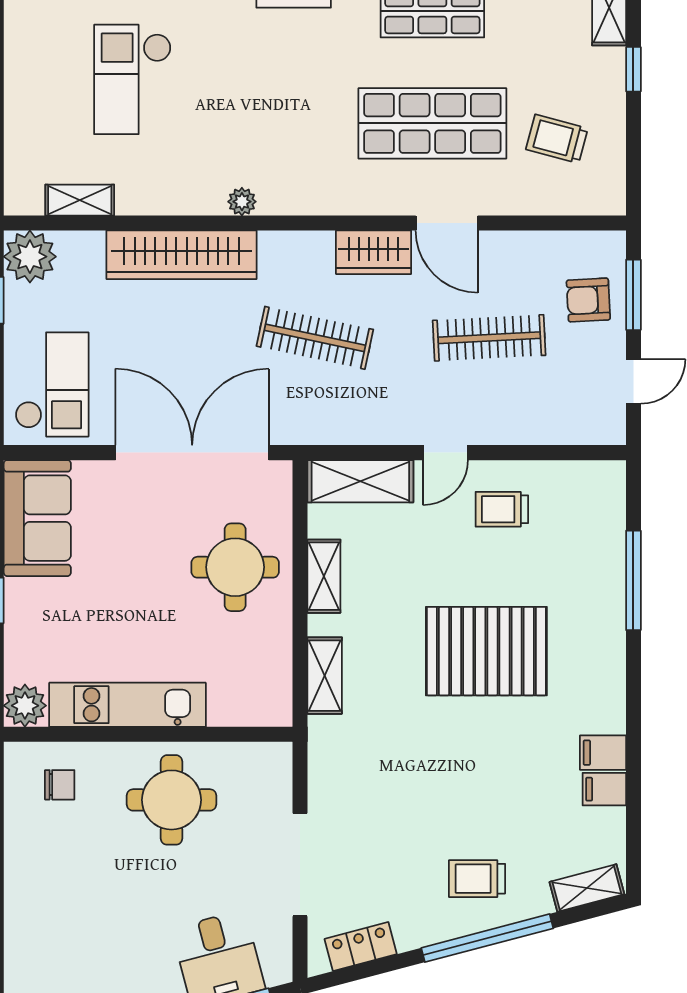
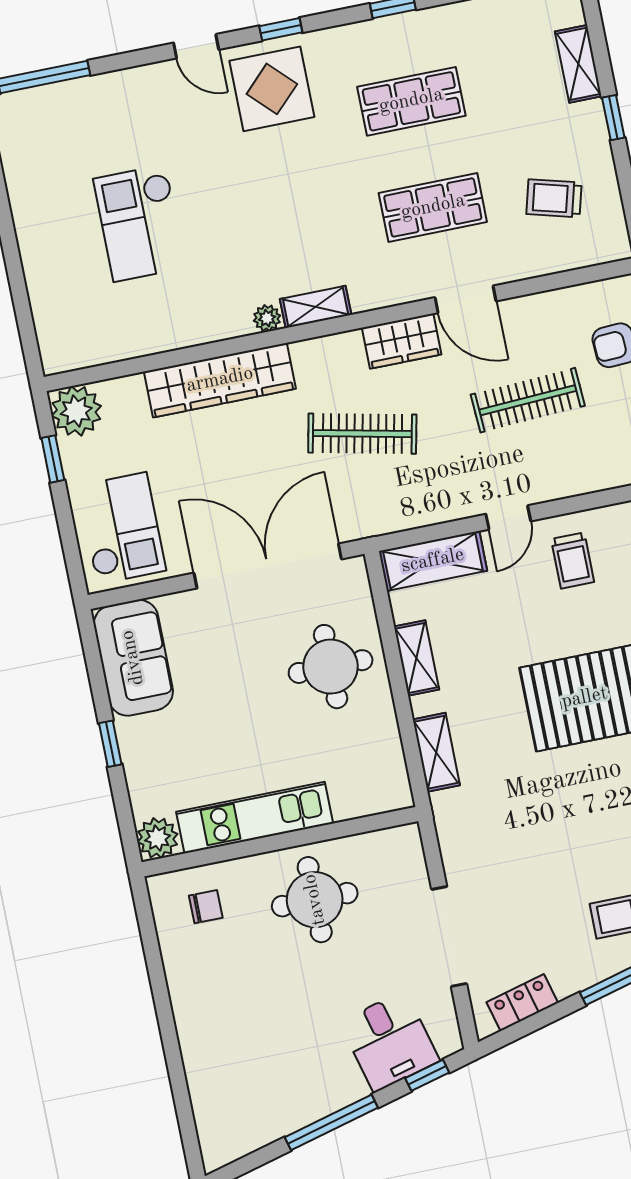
shop shelf: (432, 123) -> (433, 207), width x0.70, depth x0.74
shelving: (80, 200) -> (316, 307), moved
trolley: (502, 509) -> (573, 560), turned -90

